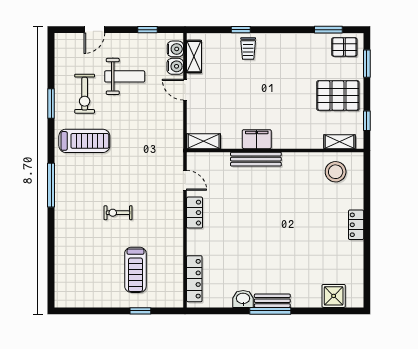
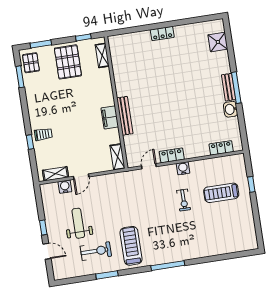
window: (148, 30) -> (43, 228), moved
water cooler: (175, 49) -> (183, 168), moved
stool: (336, 172) -> (125, 55), removed
exercise bike: (118, 213) -> (184, 200), moved
treadmill: (135, 270) -> (221, 193), turned 180
locker: (194, 279) -> (221, 148), width x0.66

